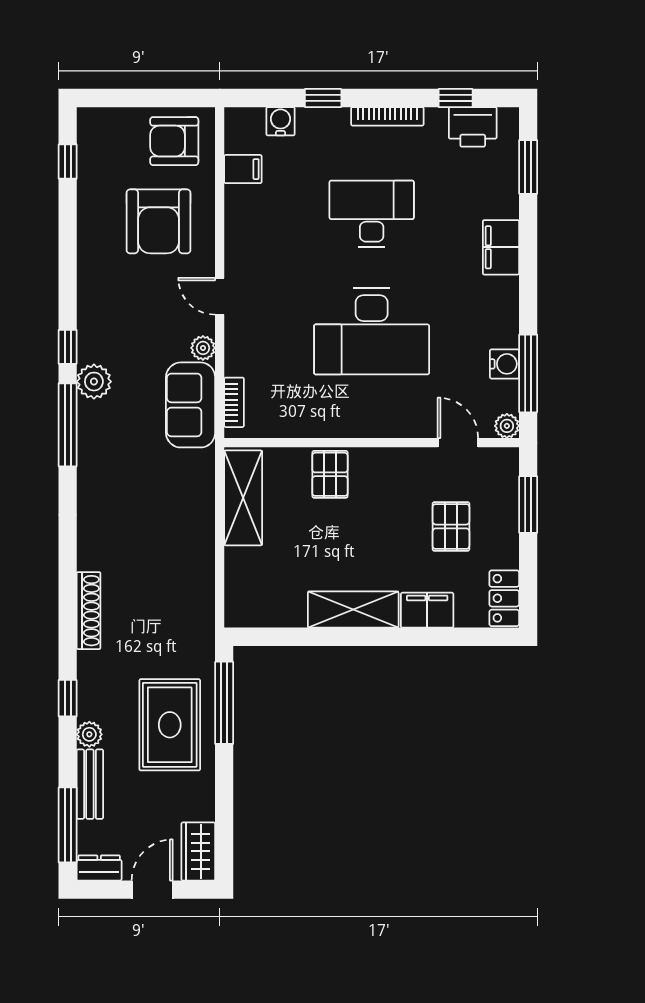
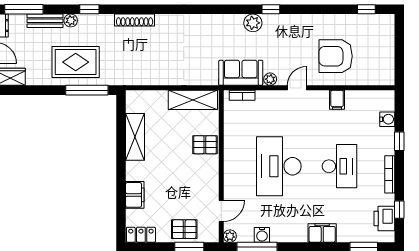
armchair: (174, 141) -> (377, 64), removed
filing cabinet: (243, 169) -> (337, 100), moved
window: (68, 425) -> (230, 9), removed
pallet: (451, 526) -> (184, 229), moved
shelving: (353, 610) -> (135, 137), moved

